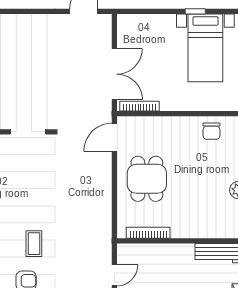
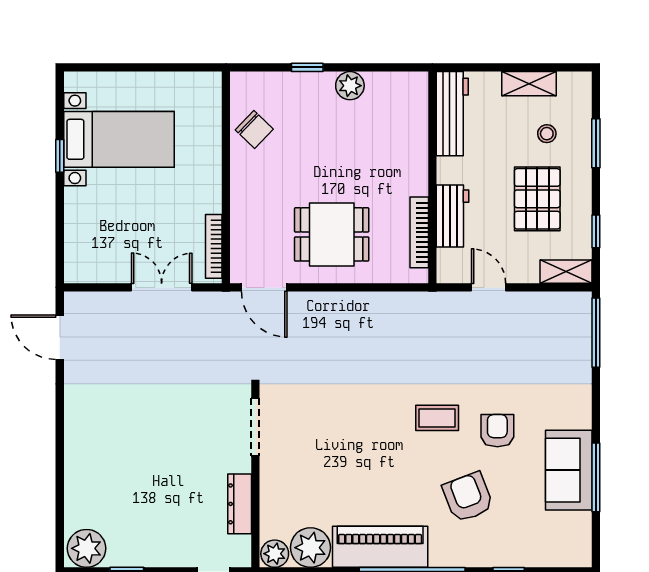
double door: (114, 74) -> (162, 287), width x0.73
chair: (211, 131) -> (254, 129), turned 44
workbench: (158, 253) -> (452, 216), added

